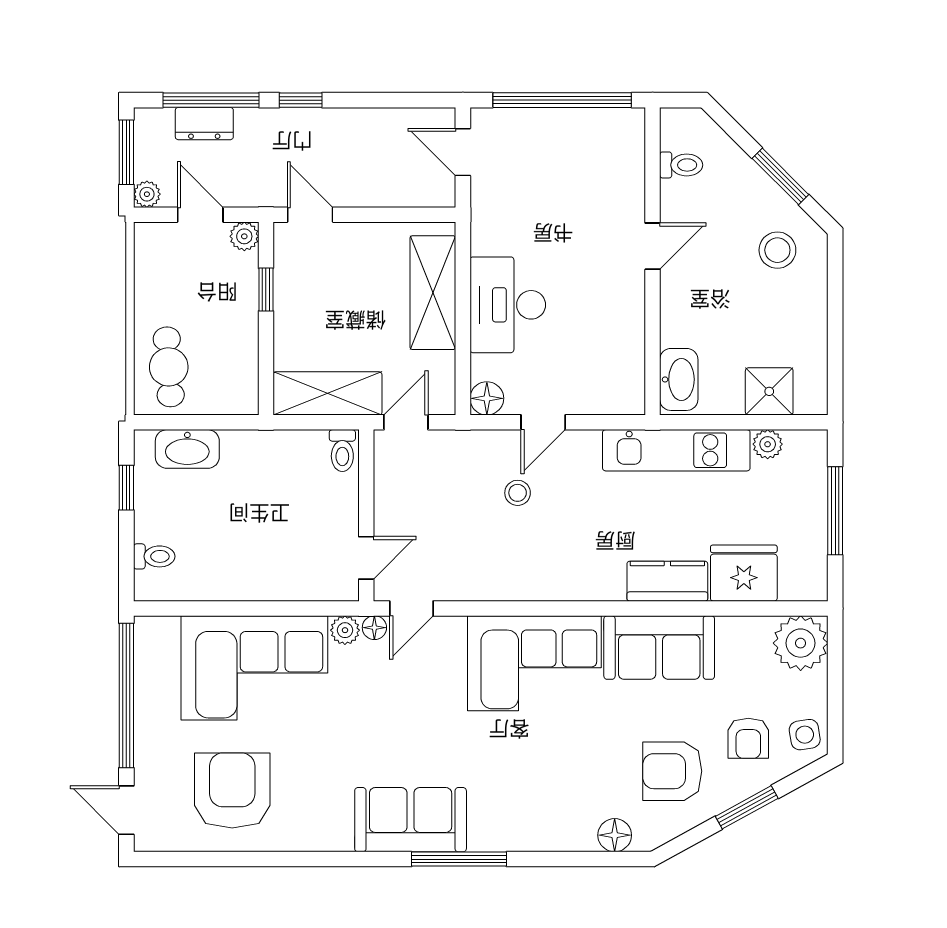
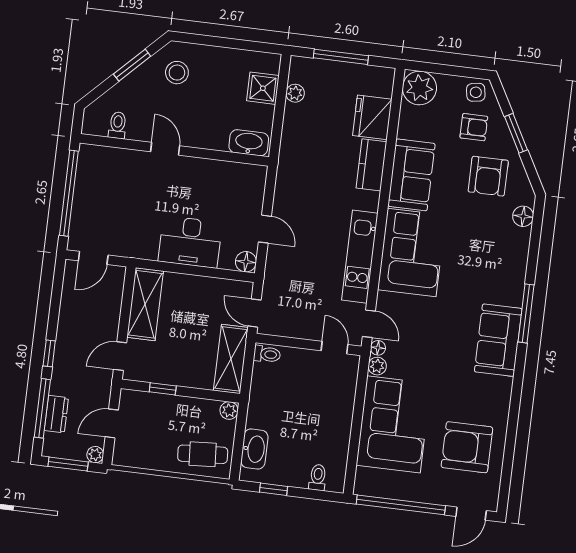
plant: (244, 236) -> (229, 410), moved
shelving: (433, 293) -> (145, 304), moved, turned 90
kitchen unit: (676, 450) -> (360, 257), moved, turned 180
stool: (518, 493) -> (306, 250), removed

